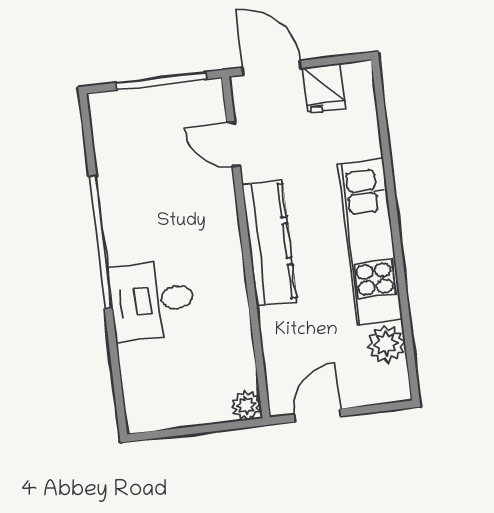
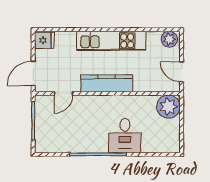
fridge: (324, 88) -> (44, 40), moved
plant: (386, 344) -> (169, 39), moved
plant: (246, 405) -> (168, 107), width x1.87, depth x1.87

